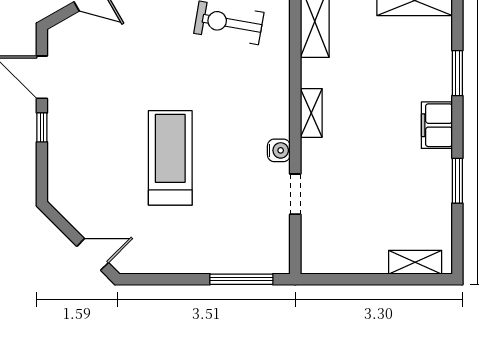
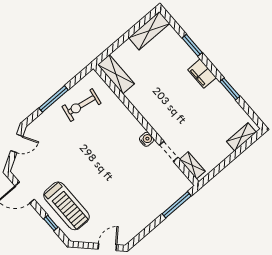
shelving: (311, 113) -> (192, 165), moved
window: (42, 127) -> (51, 223), moved
treadmill: (170, 158) -> (66, 206), moved, turned 180

